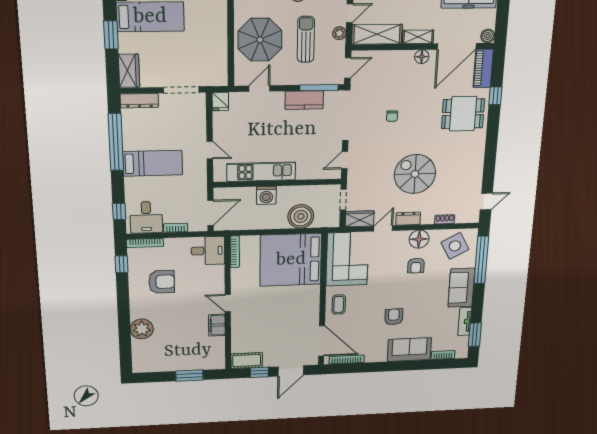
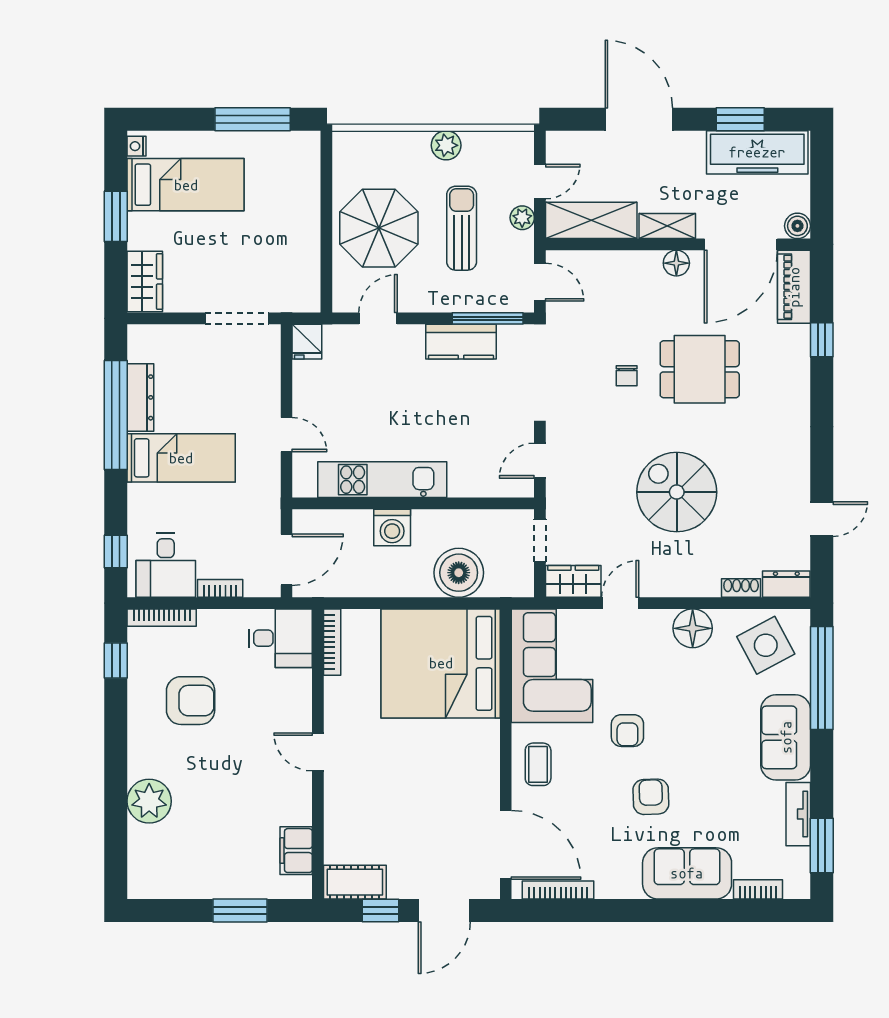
door: (348, 68) -> (540, 282), hinge flipped
dresser: (139, 101) -> (140, 397), moved, turned -90
dining table: (463, 114) -> (700, 369), moved
door: (486, 201) -> (822, 519), moved
dresser: (408, 219) -> (786, 584), moved
armchair: (416, 266) -> (627, 731), moved
filing cabinet: (217, 325) -> (296, 851), moved

